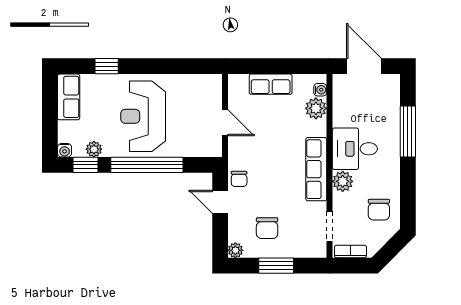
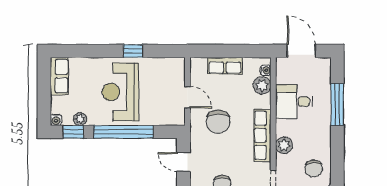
window: (107, 66) -> (133, 51), moved
desk: (355, 149) -> (294, 102), moved
chair: (239, 179) -> (218, 122), moved, width x1.87, depth x1.87

